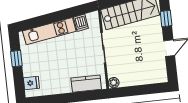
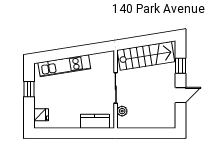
dishwasher: (81, 23) -> (96, 61), removed
plant: (114, 83) -> (122, 111), moved

